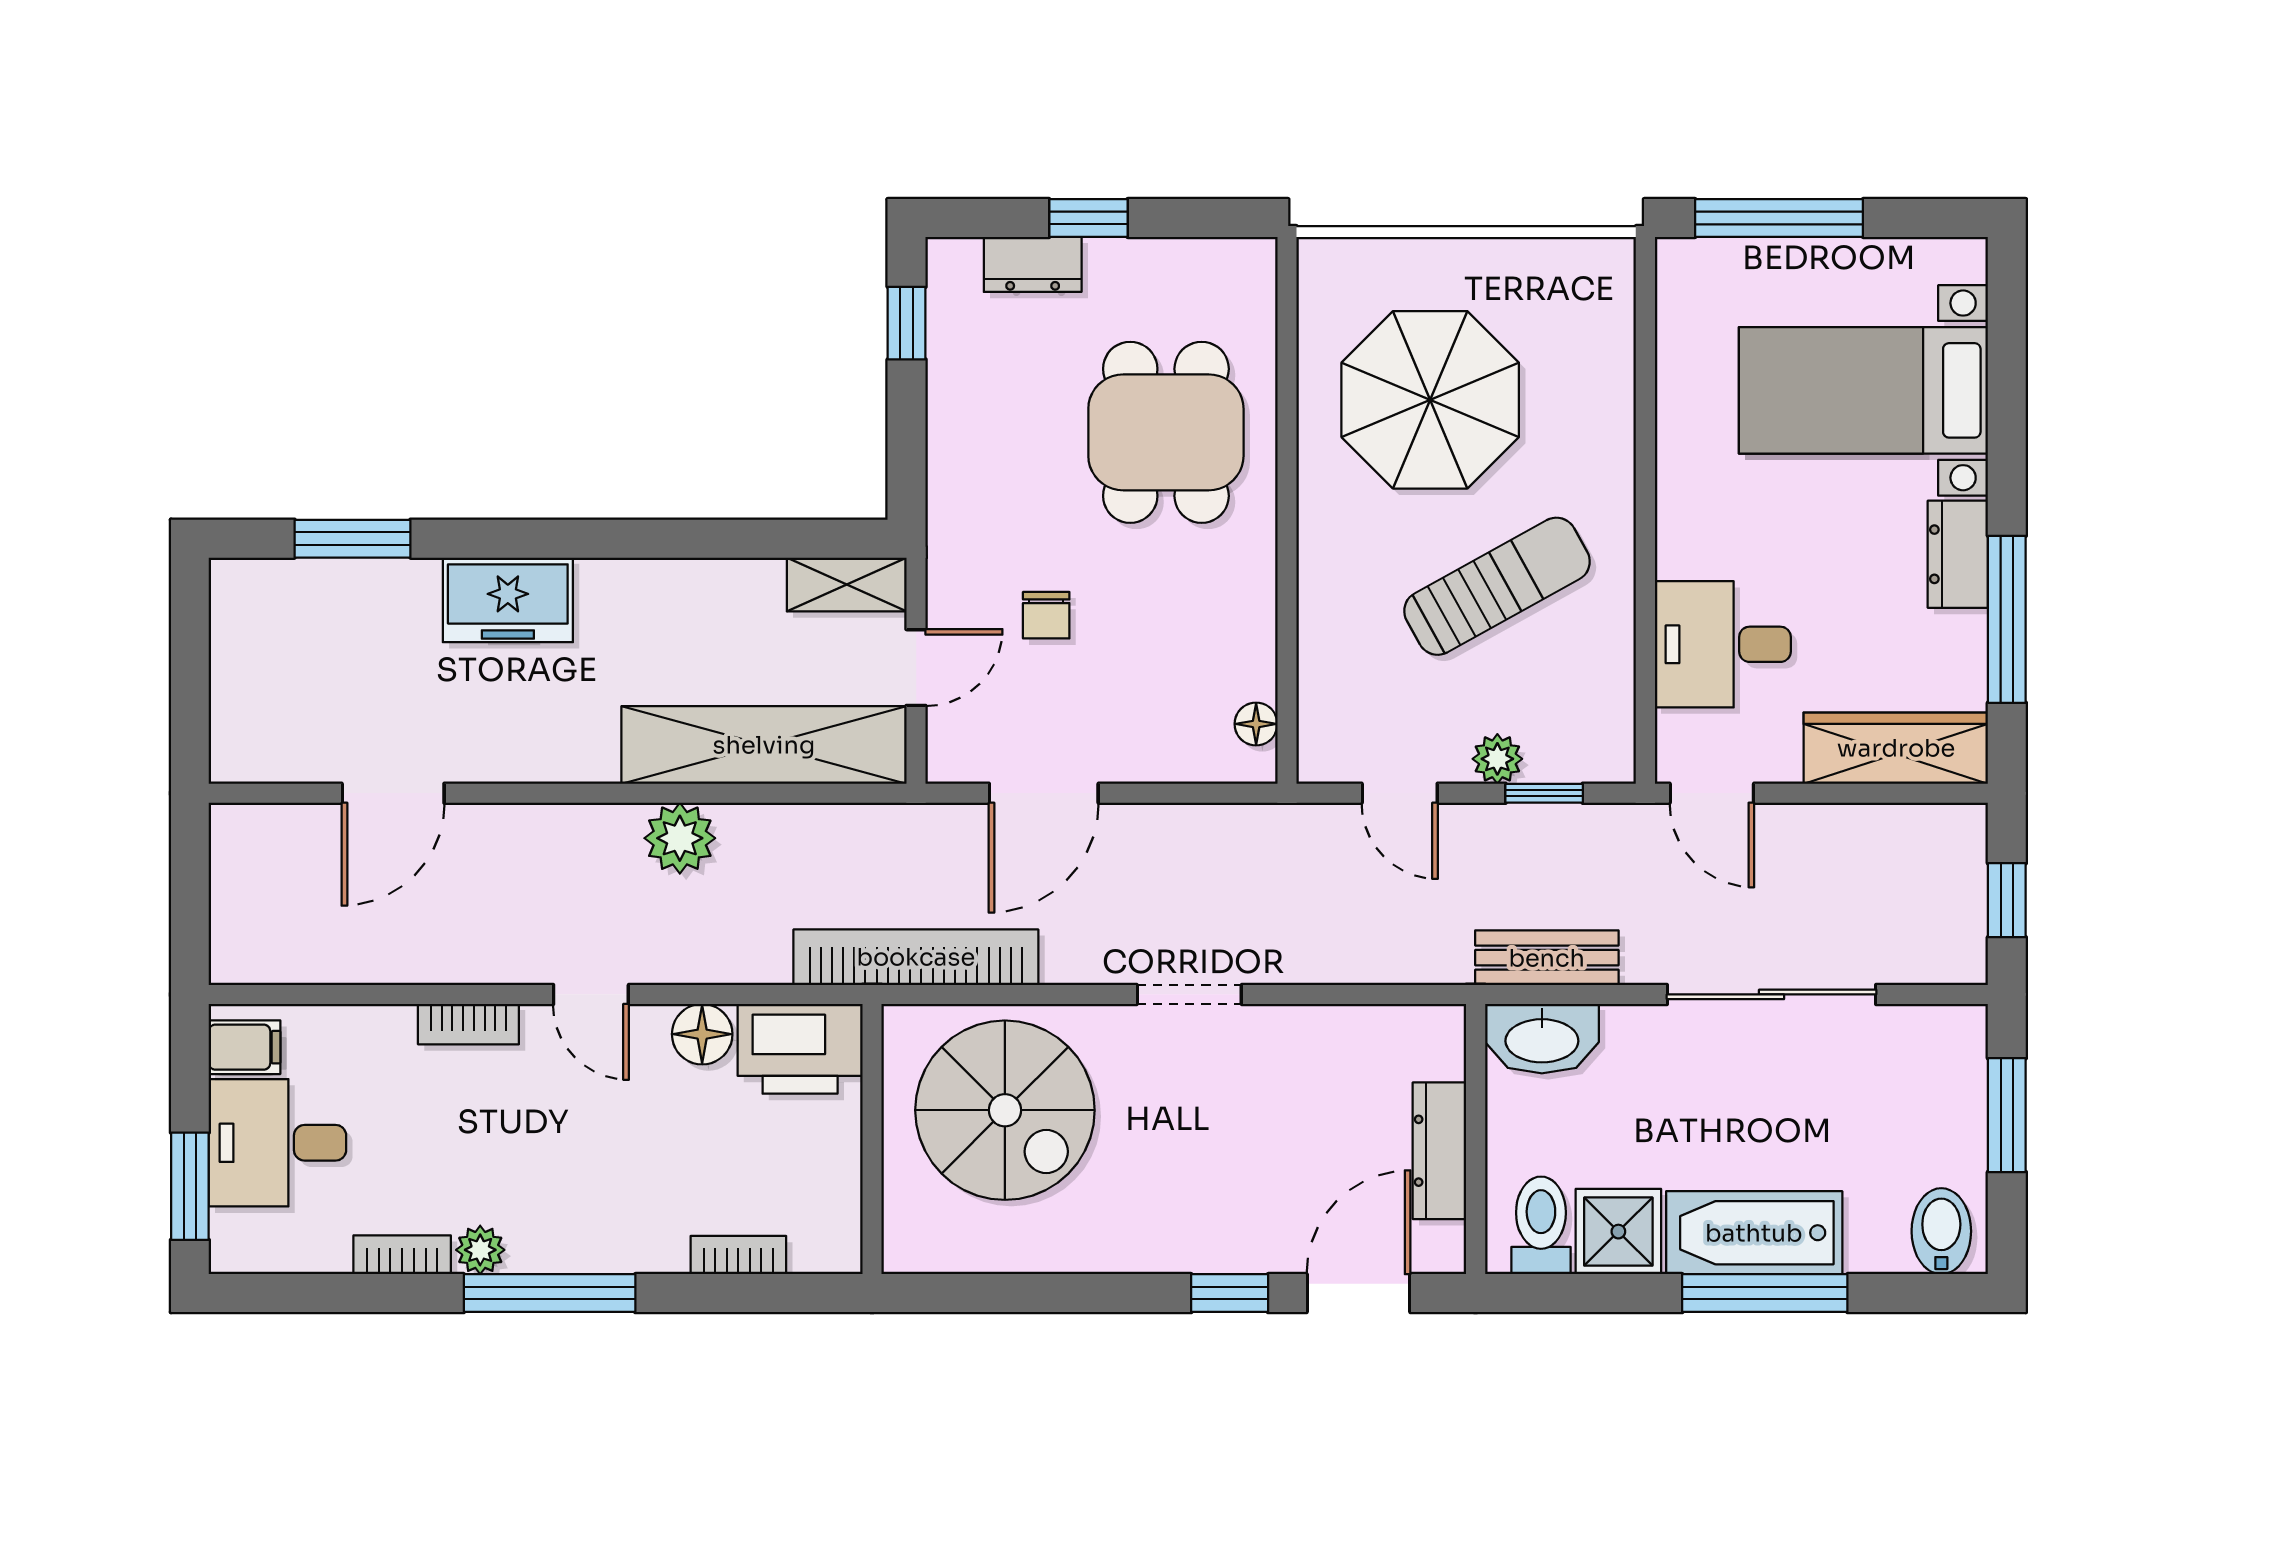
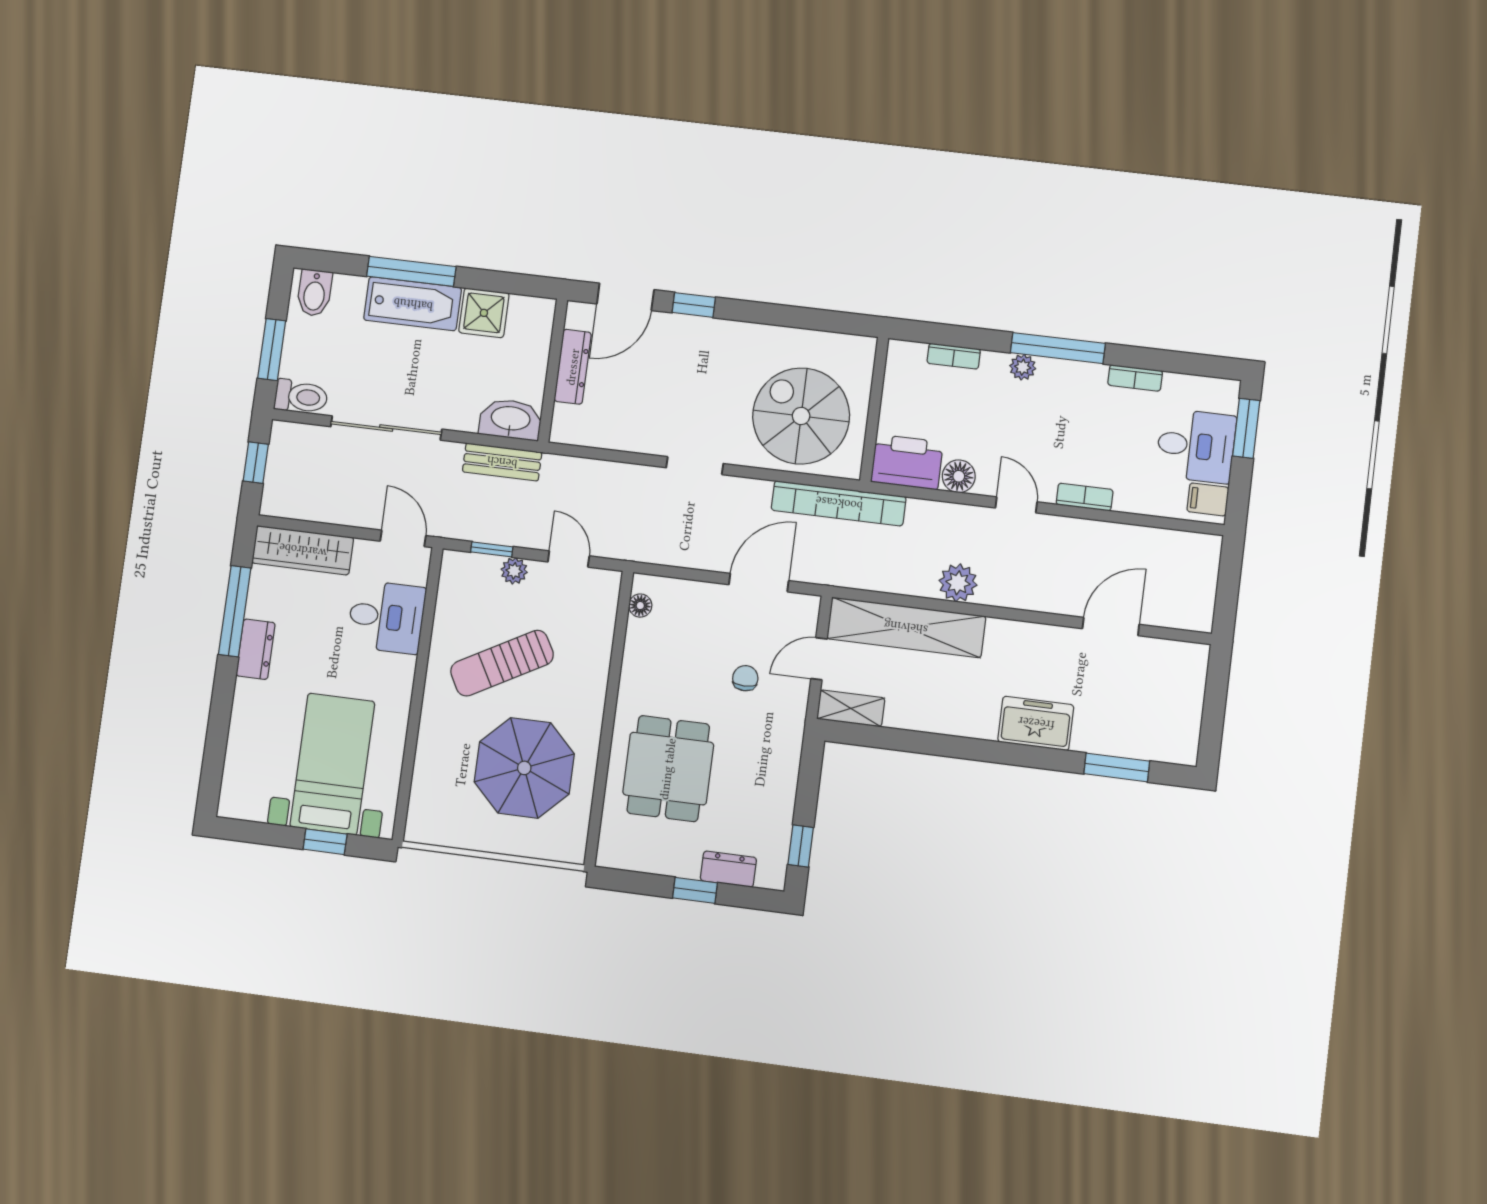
window: (1779, 218) -> (325, 842), width x0.46
bed with nightstands: (1863, 390) -> (332, 764), moved, turned -90
toilet: (1541, 1225) -> (301, 397), moved, turned -90
plant: (480, 1250) -> (1023, 367), moved

